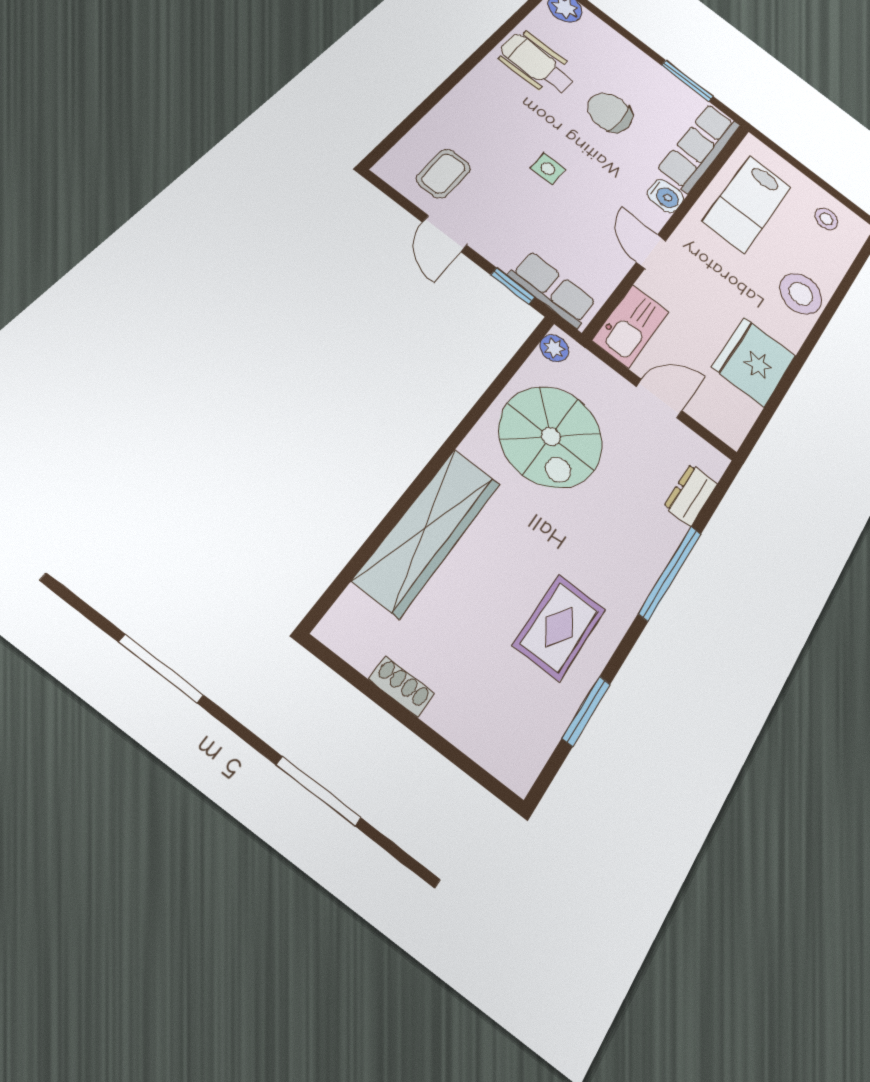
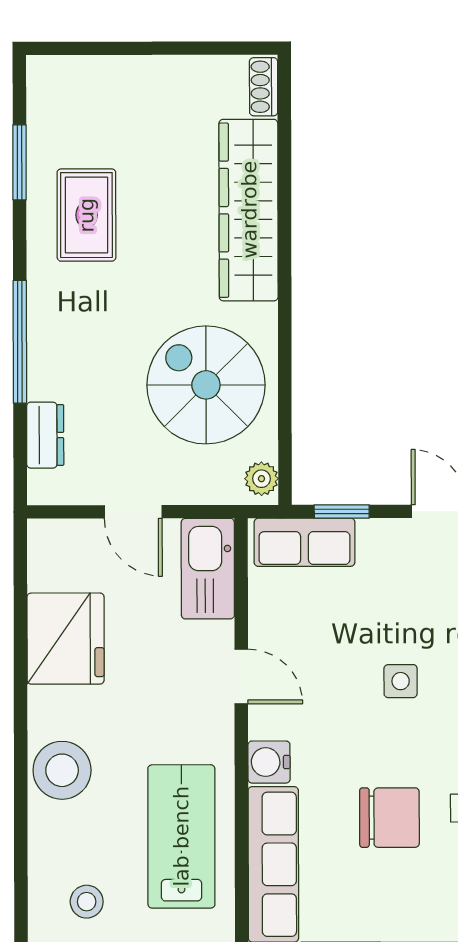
door: (659, 399) -> (133, 512), hinge flipped
shoe rack: (401, 686) -> (264, 87), moved, turned 90

